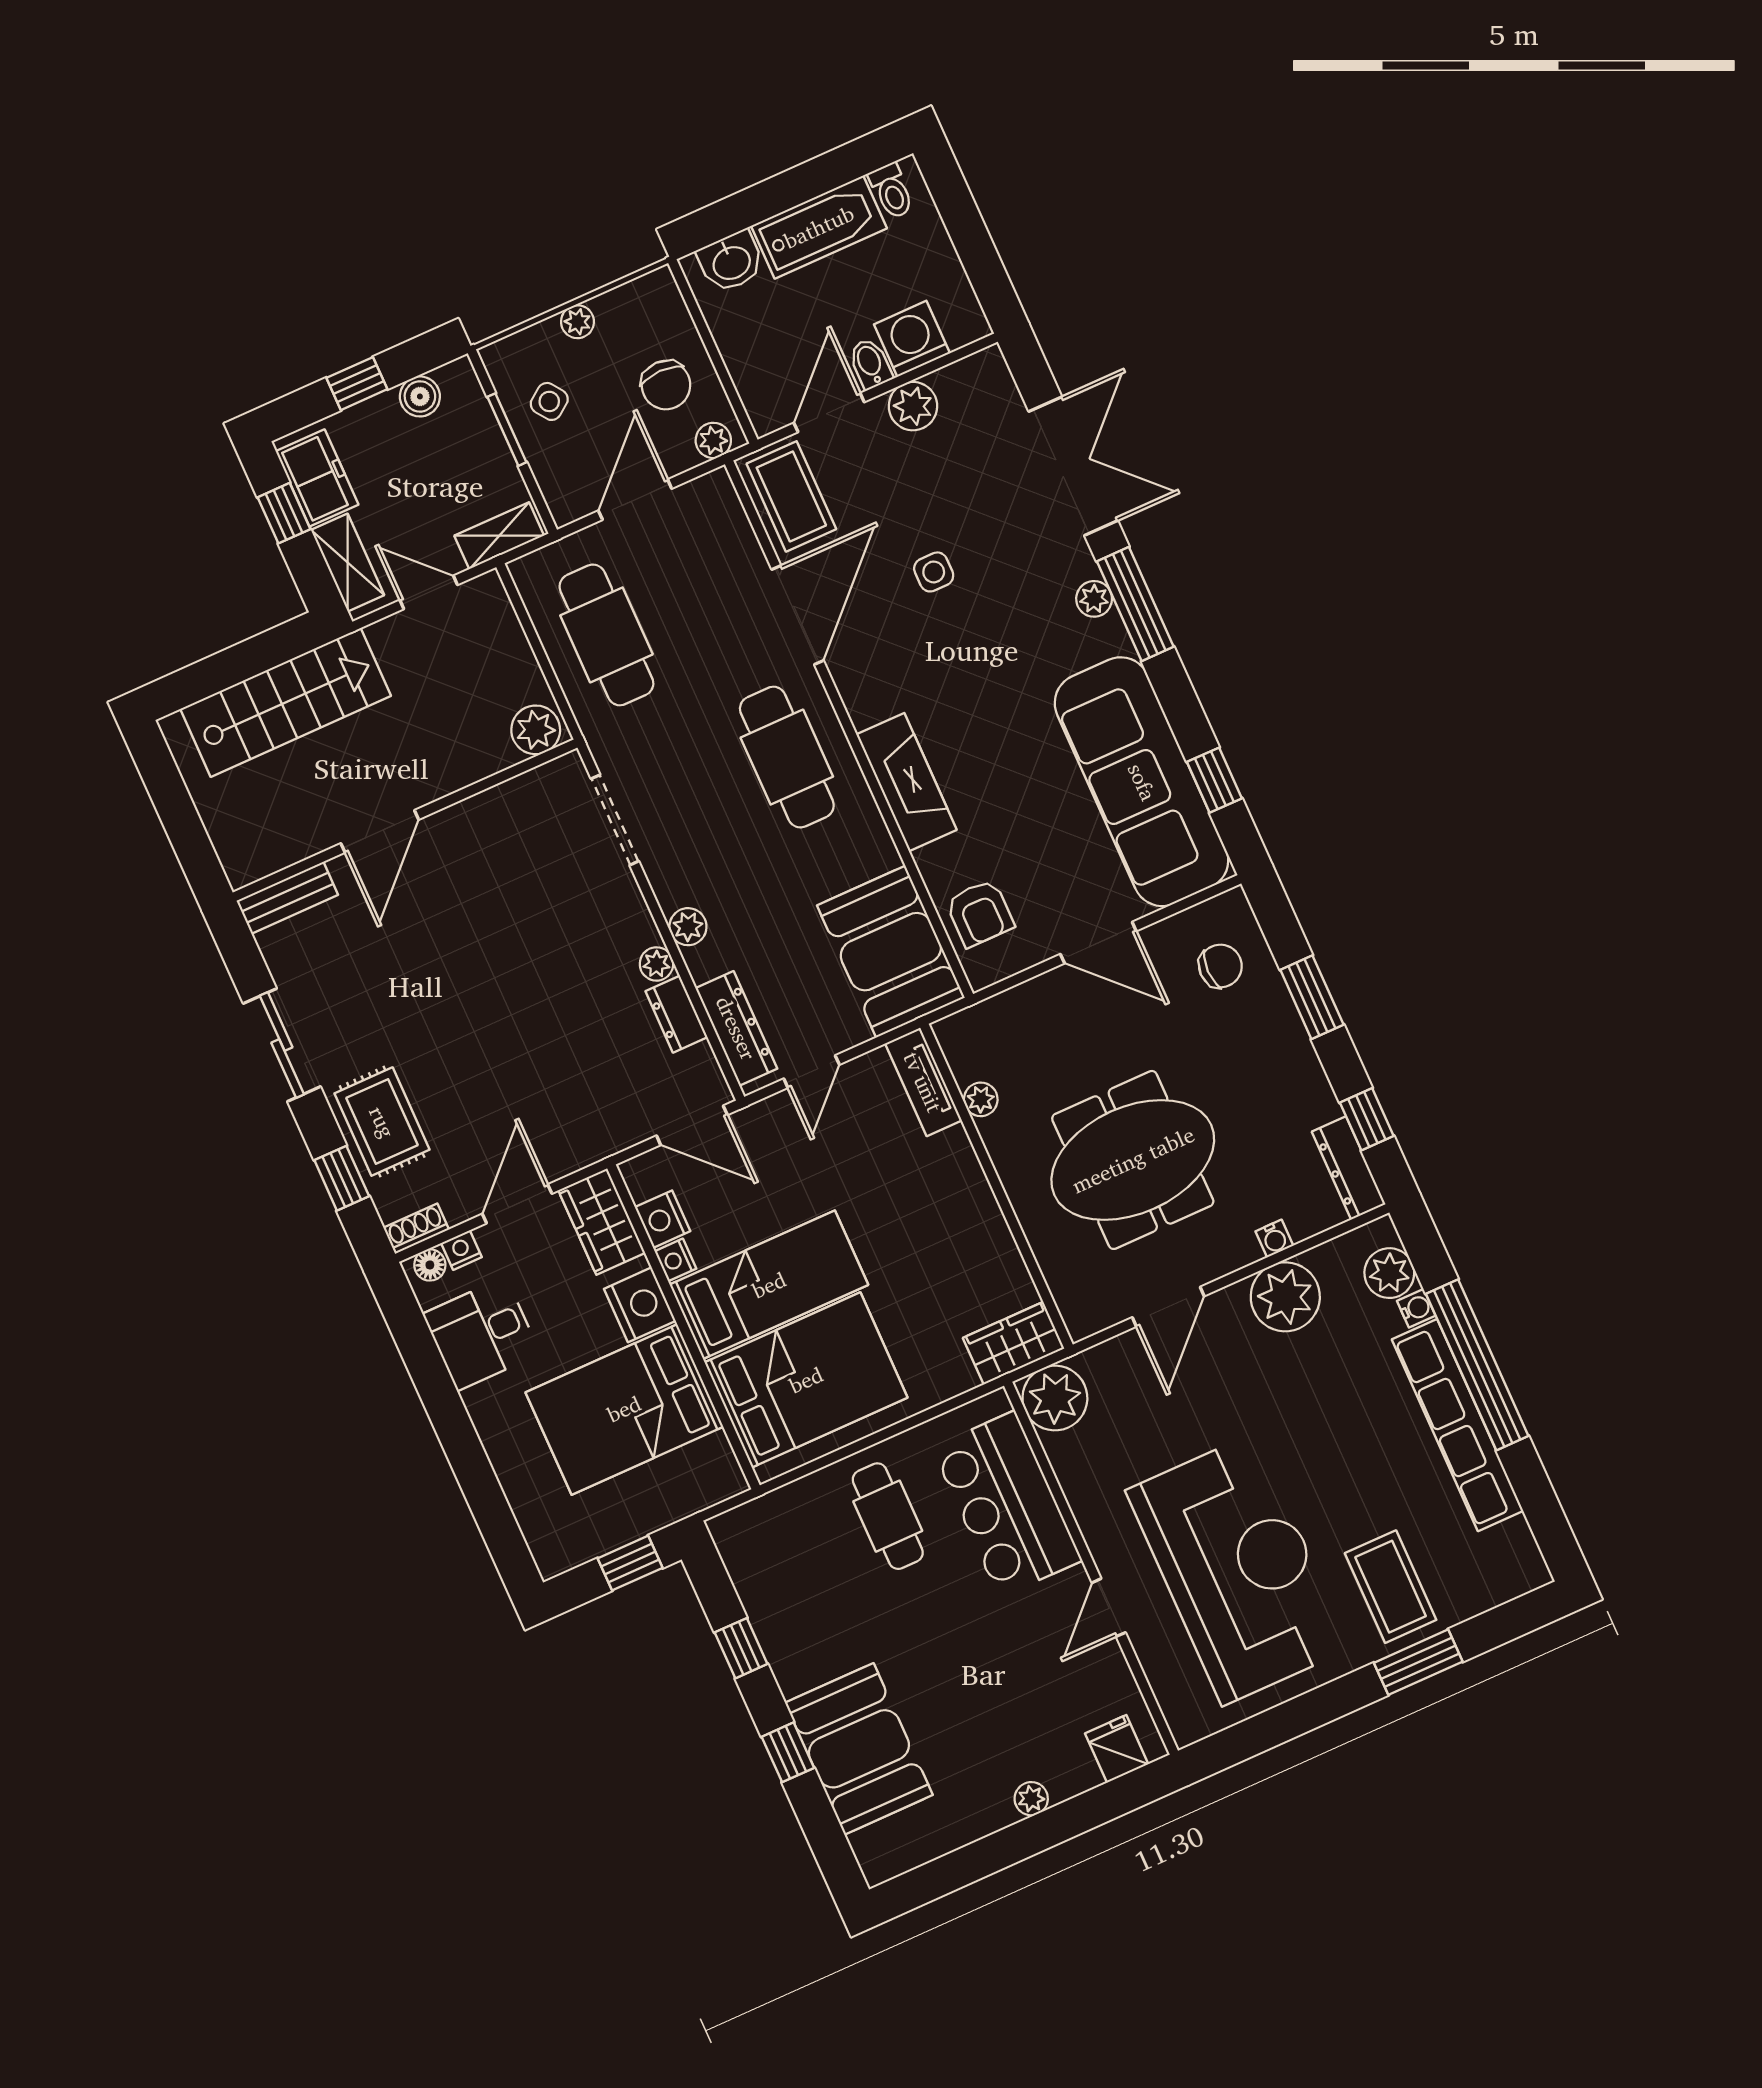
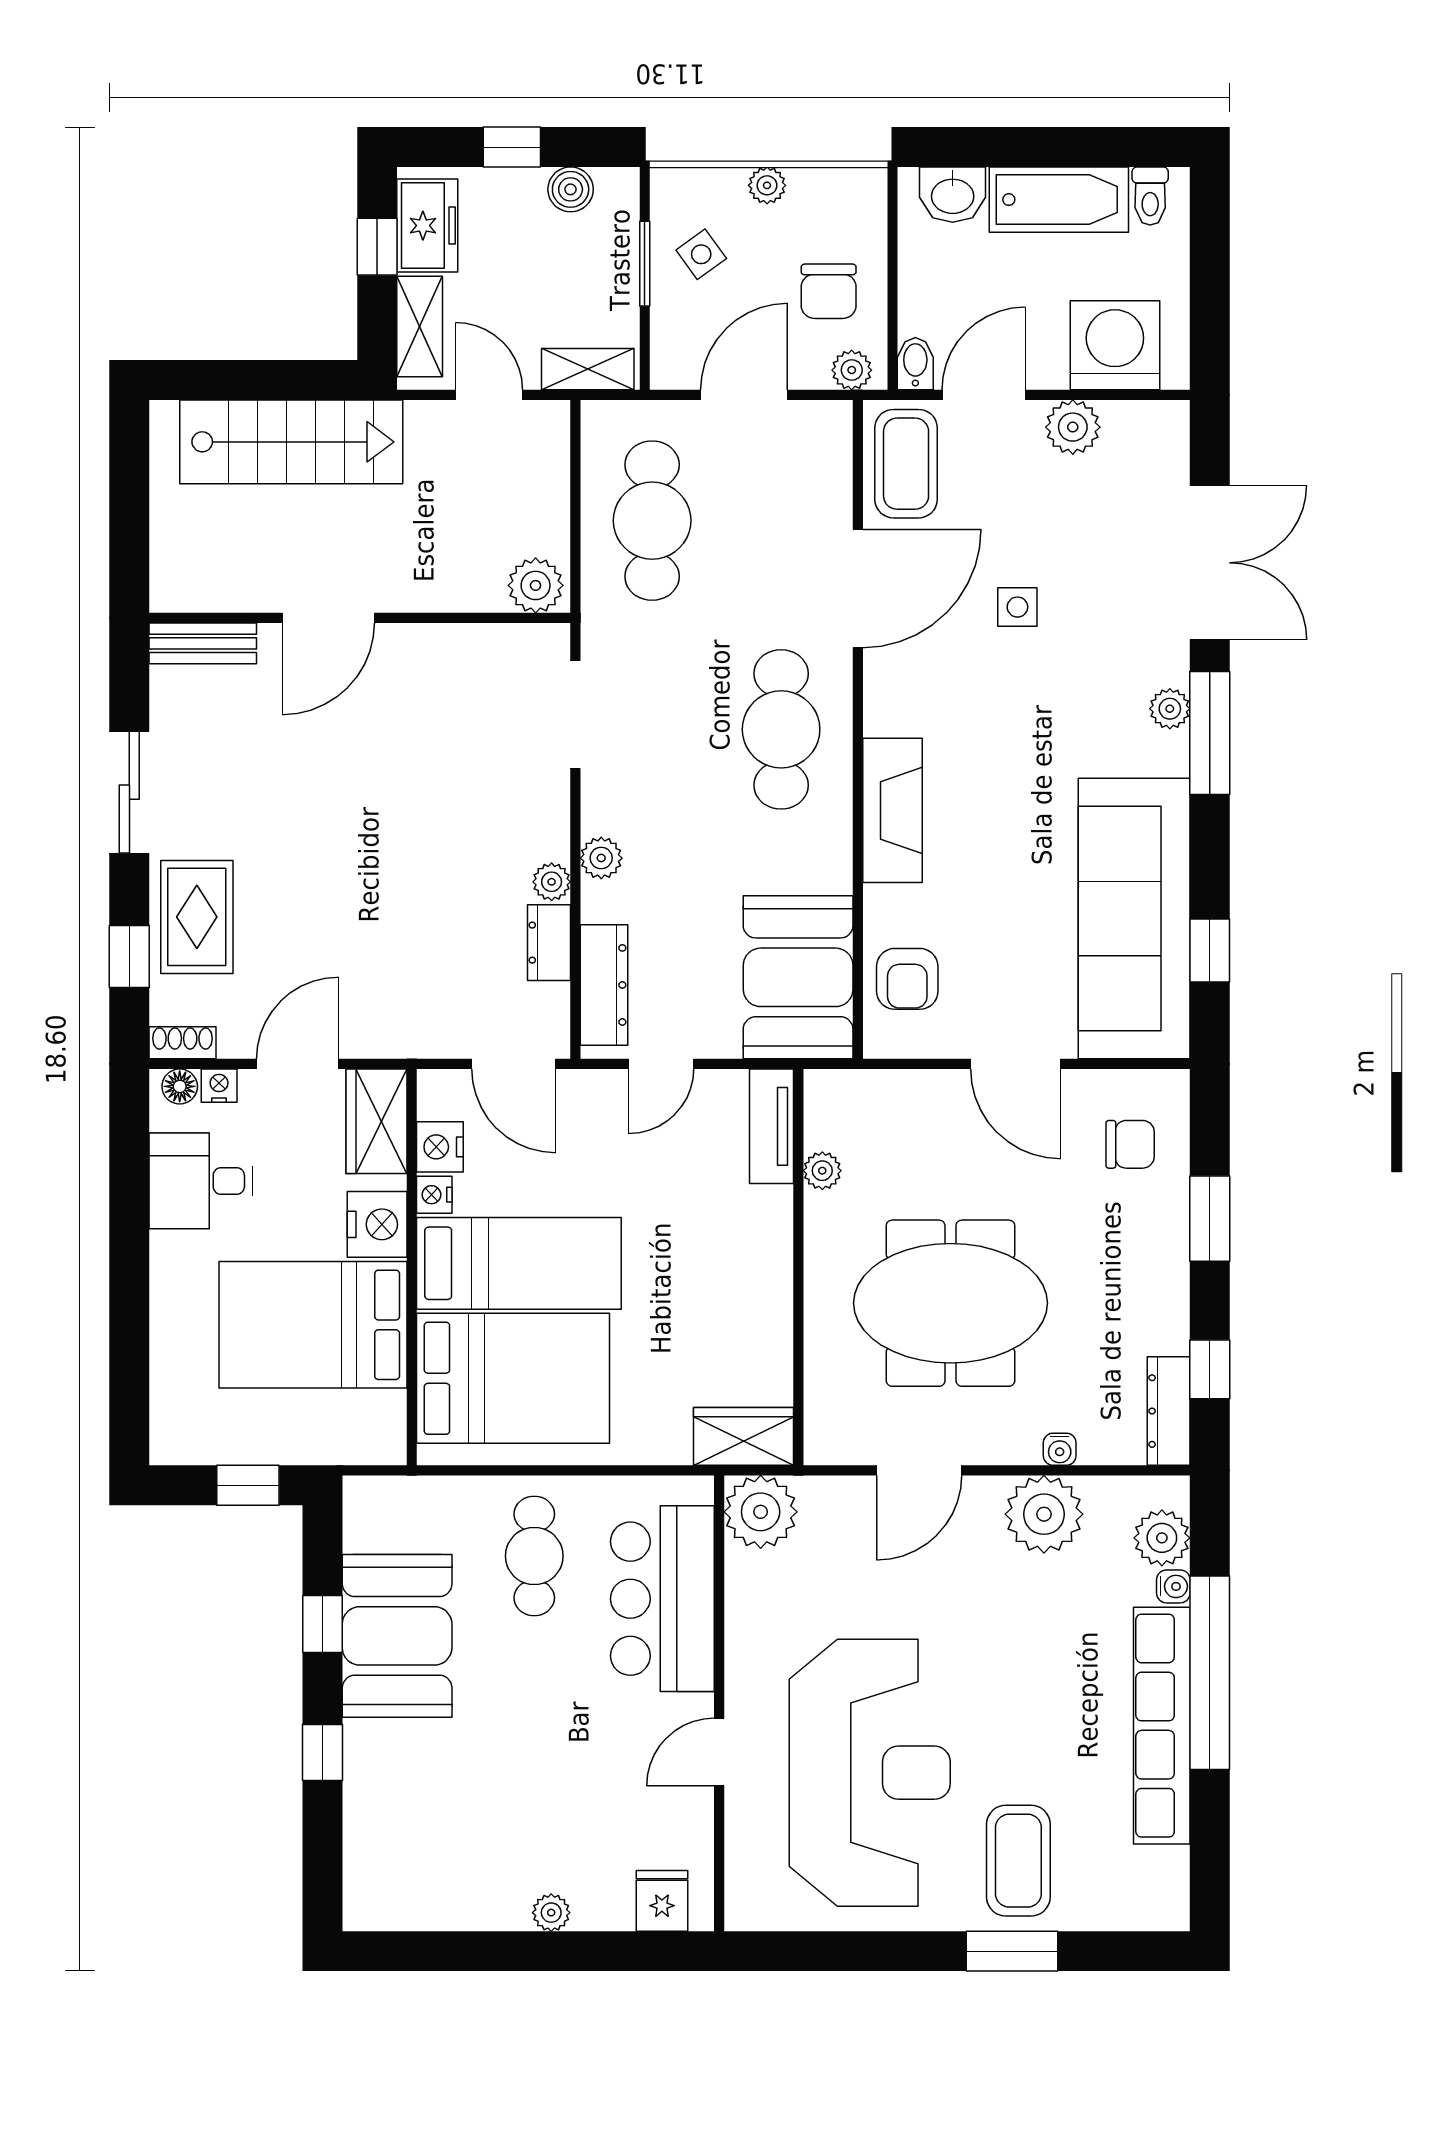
washing machine: (912, 339) -> (1115, 345), width x1.37, depth x1.37
bidet: (870, 364) -> (915, 364), moved
booth: (859, 1749) -> (397, 1636), moved

